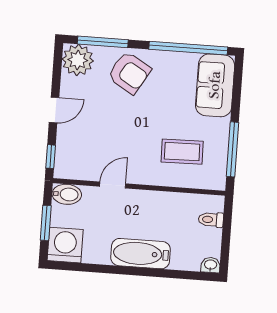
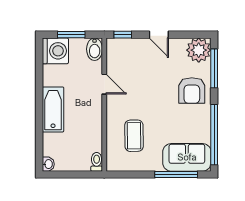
armchair: (129, 73) -> (192, 91), turned -31
window: (233, 149) -> (176, 174), moved
toilet: (211, 220) -> (97, 162), moved

